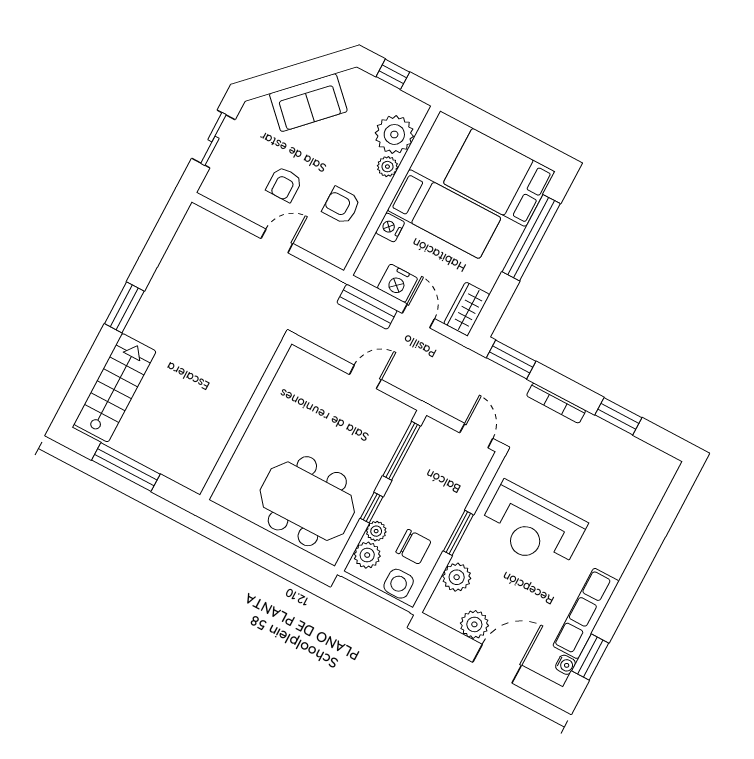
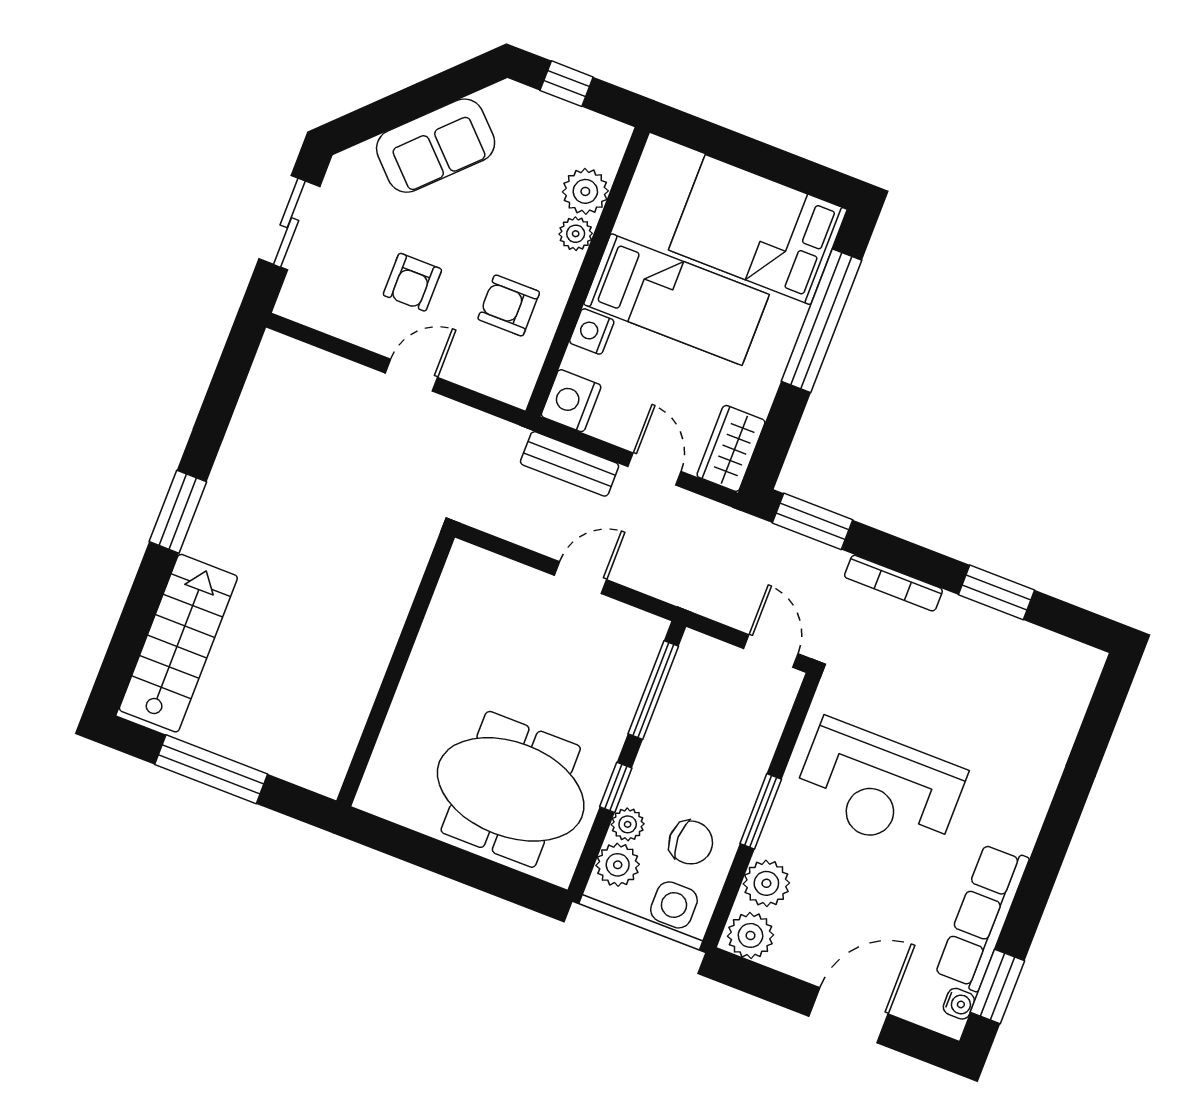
plant: (394, 134) -> (585, 191), width x0.73, depth x0.73
nightstand: (397, 283) -> (571, 401), moved, turned 90
plant: (474, 624) -> (750, 935), moved

